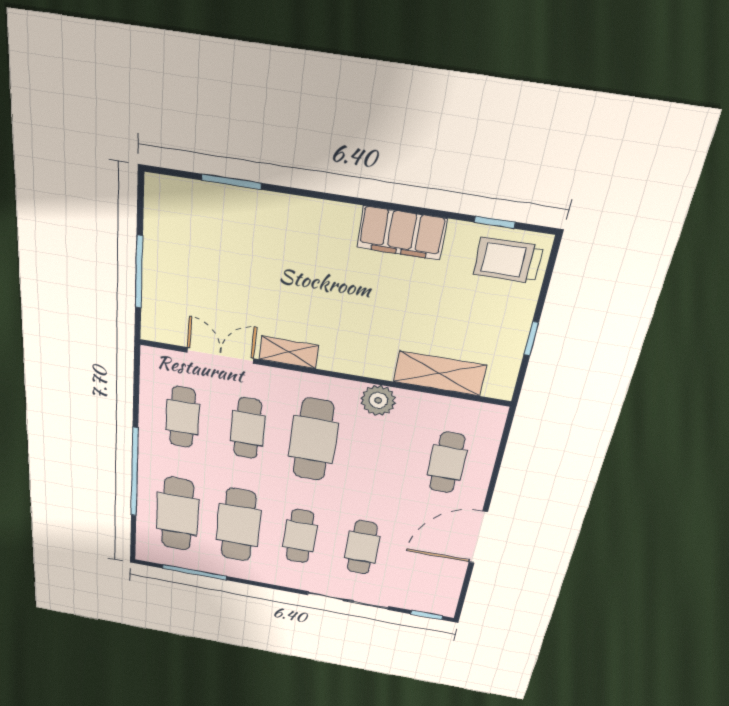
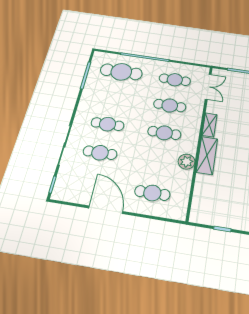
double door: (220, 355) -> (208, 87), moved
shelving: (440, 373) -> (207, 155), moved
cafe table: (313, 440) -> (164, 133), width x0.73, depth x0.74
cafe table: (238, 525) -> (115, 97), removed

